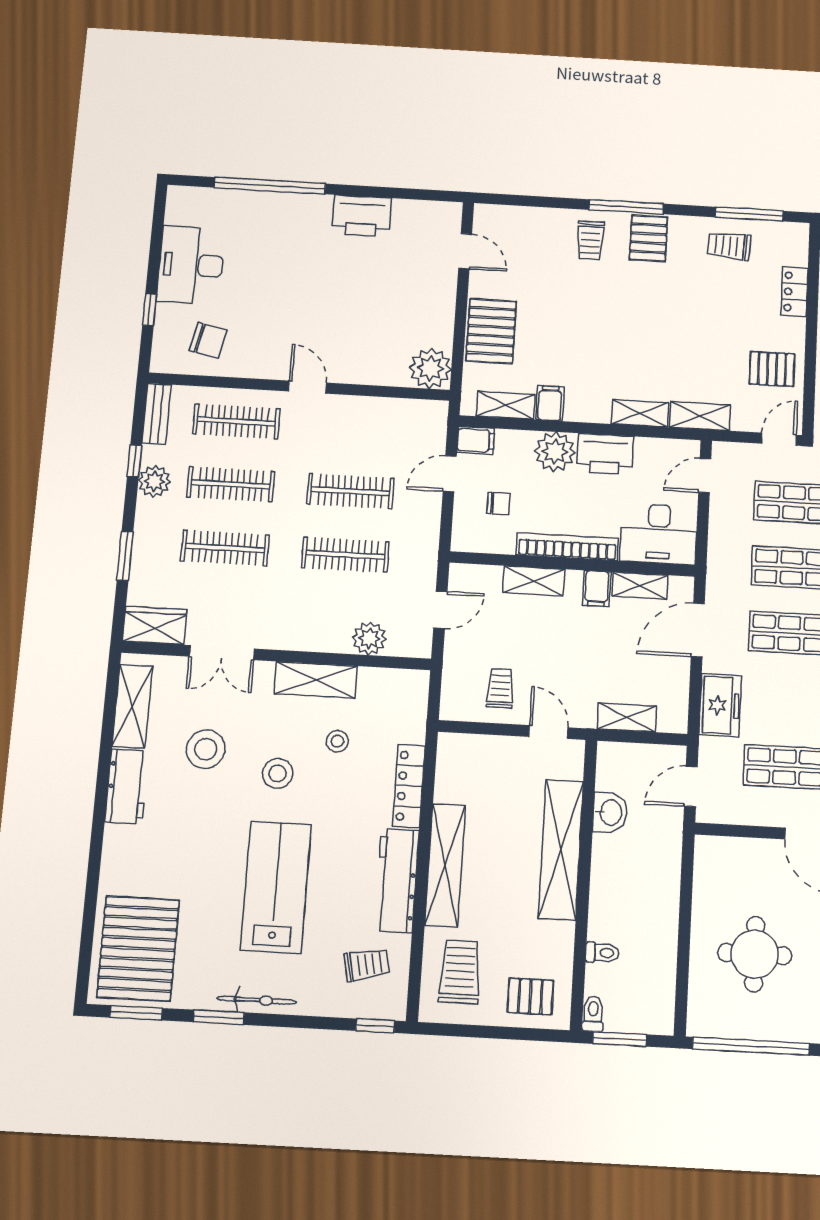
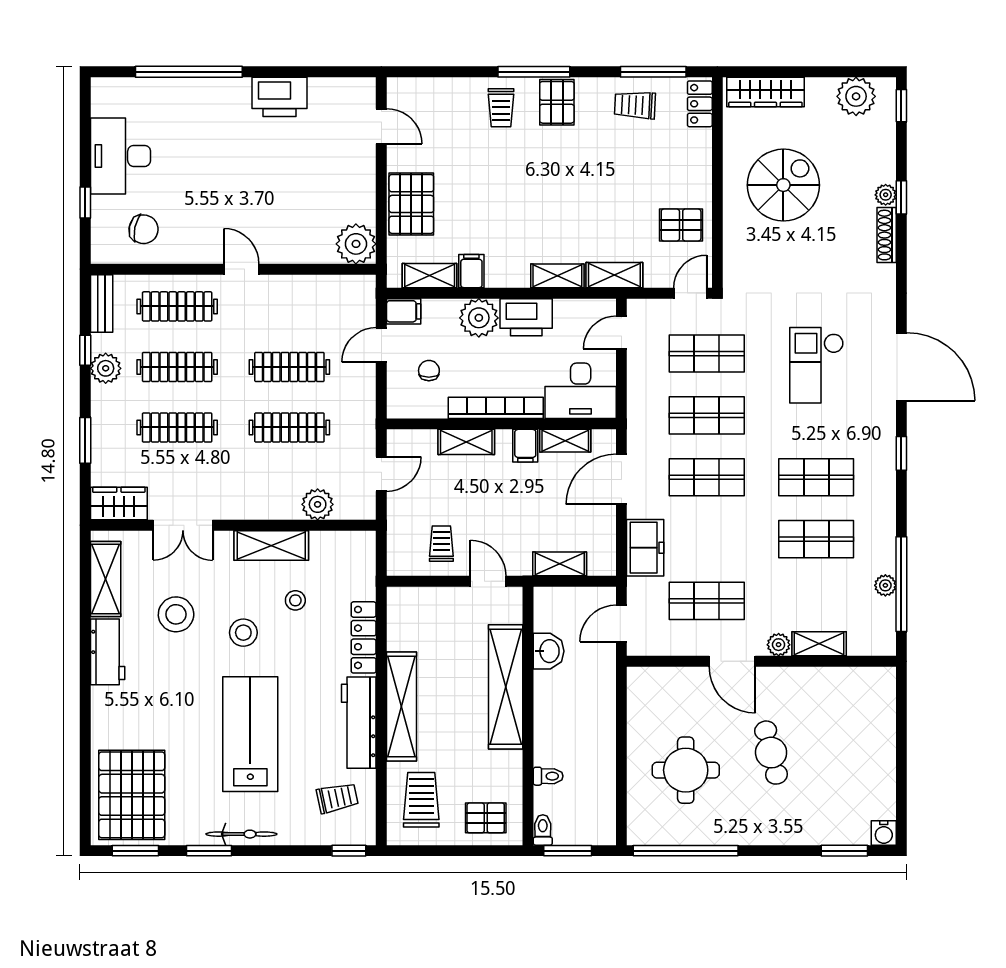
locker: (794, 292) -> (700, 104), moved
chair: (499, 503) -> (429, 371), turned -90

